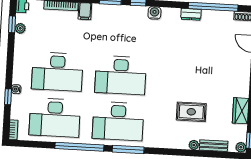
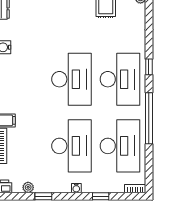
window: (12, 24) -> (43, 196), moved
water cooler: (16, 89) -> (76, 188), moved
window: (128, 149) -> (149, 67), width x0.46

